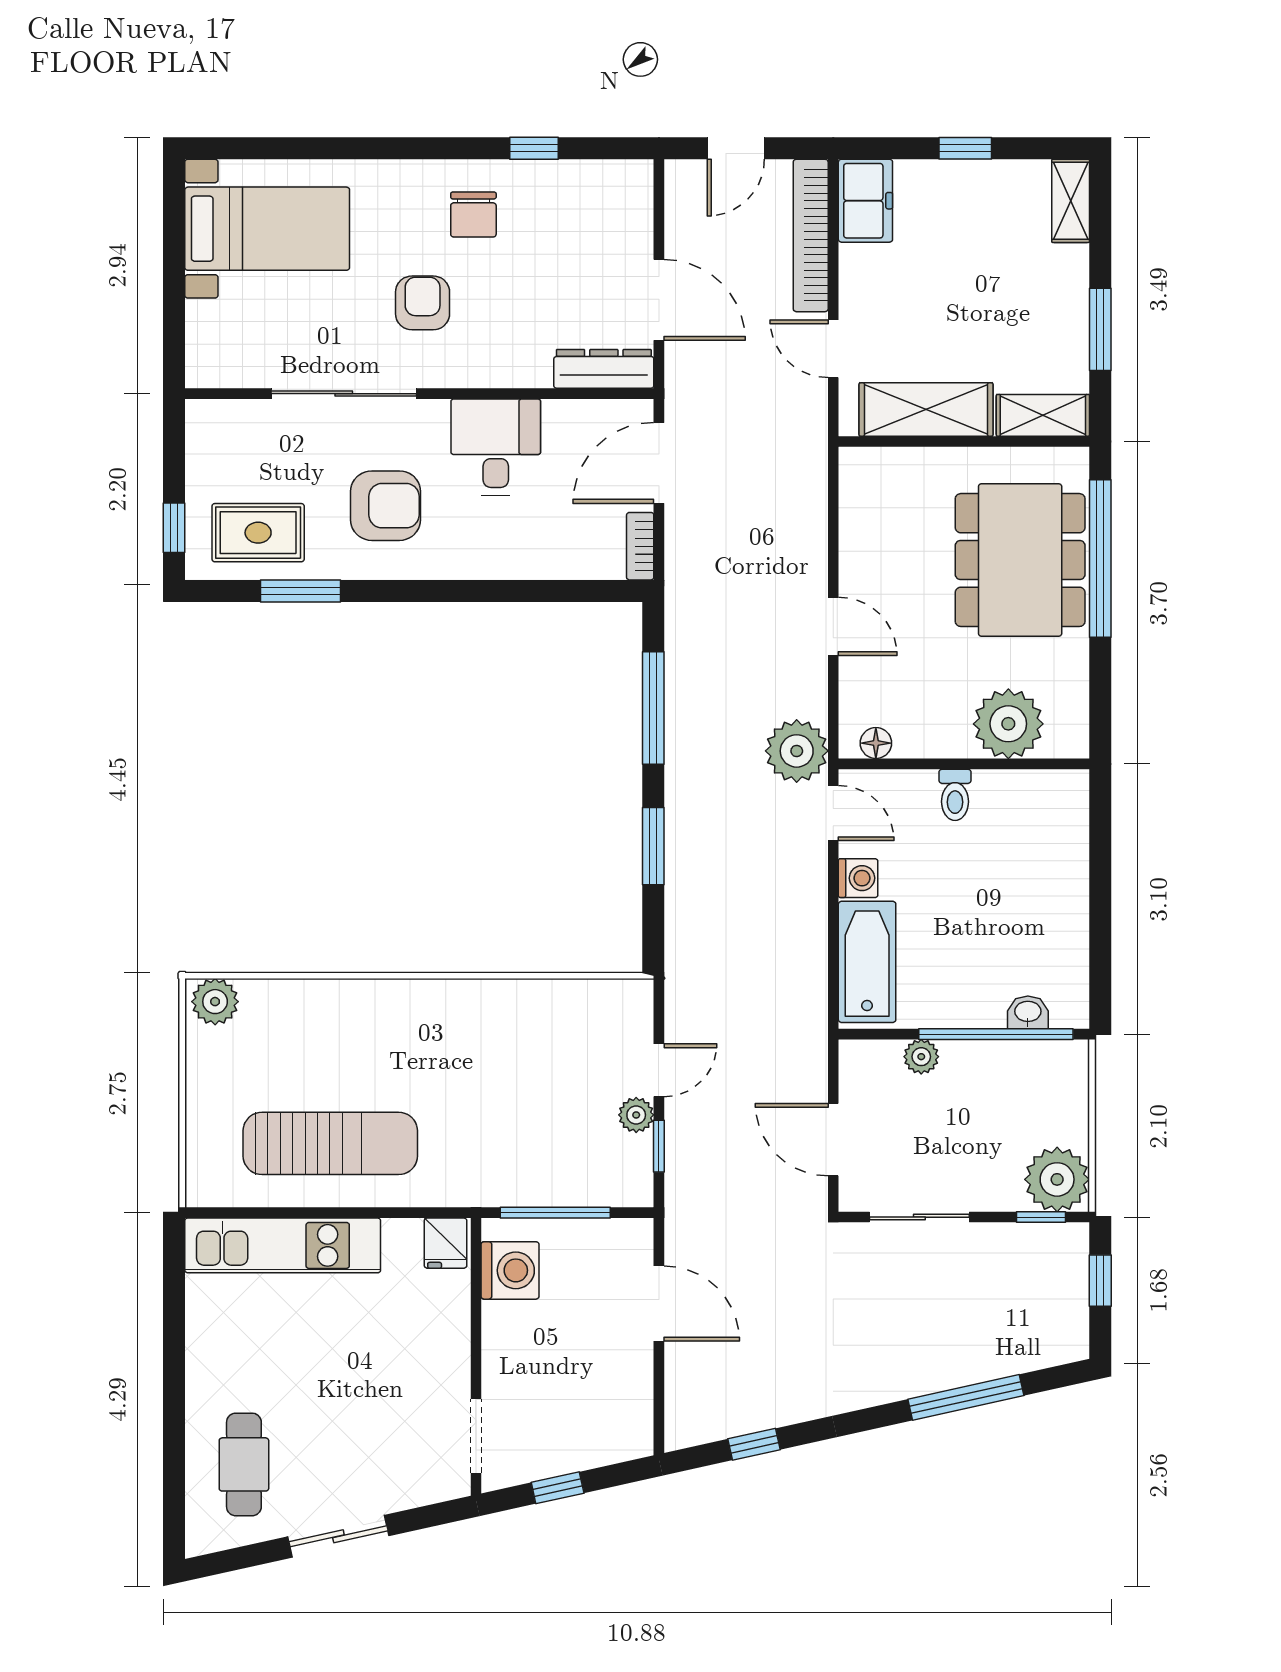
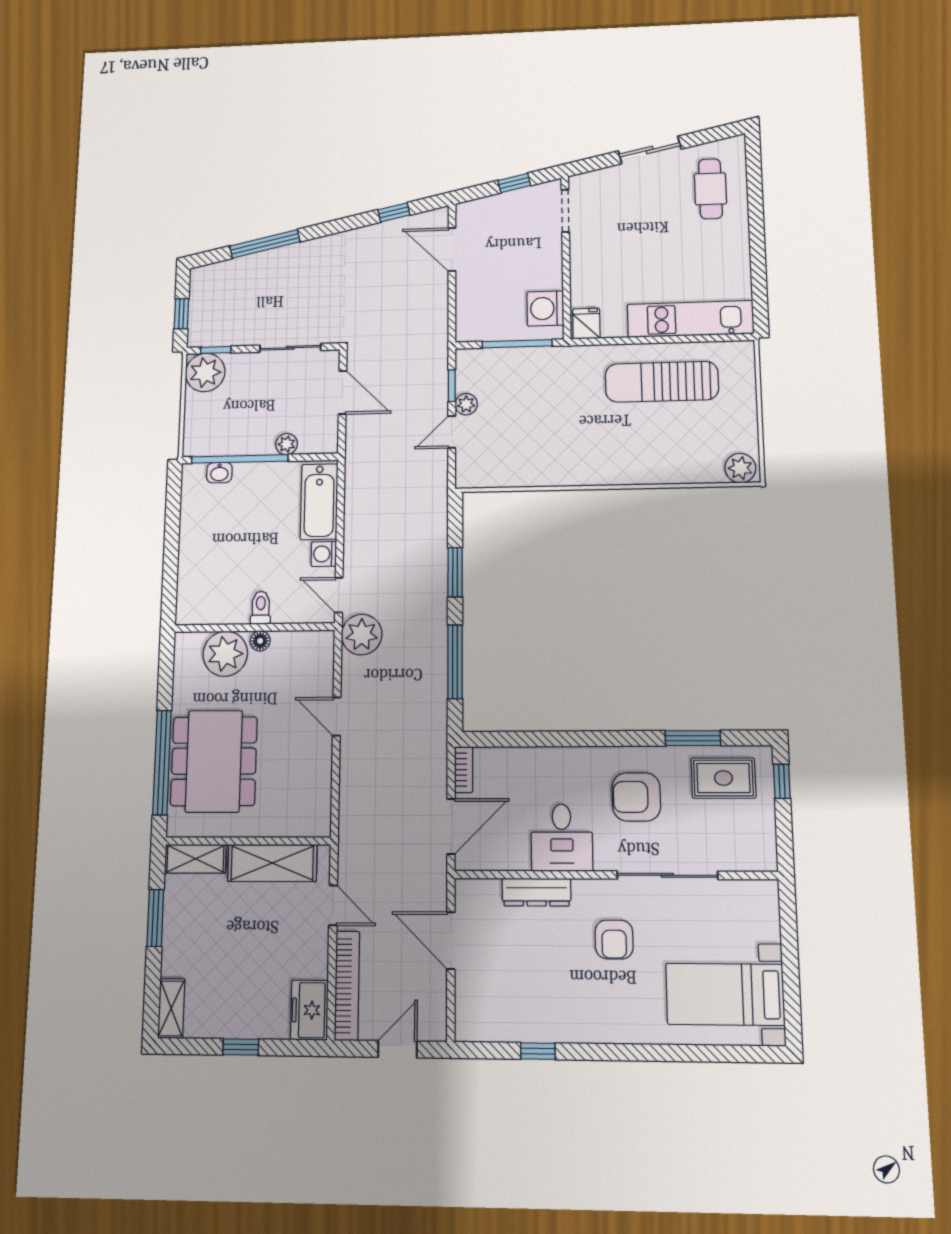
chair: (473, 214) -> (580, 1003), removed
dresser: (604, 369) -> (536, 892), moved
floor lamp: (876, 743) -> (260, 641), moved
door: (659, 1304) -> (452, 249), moved

